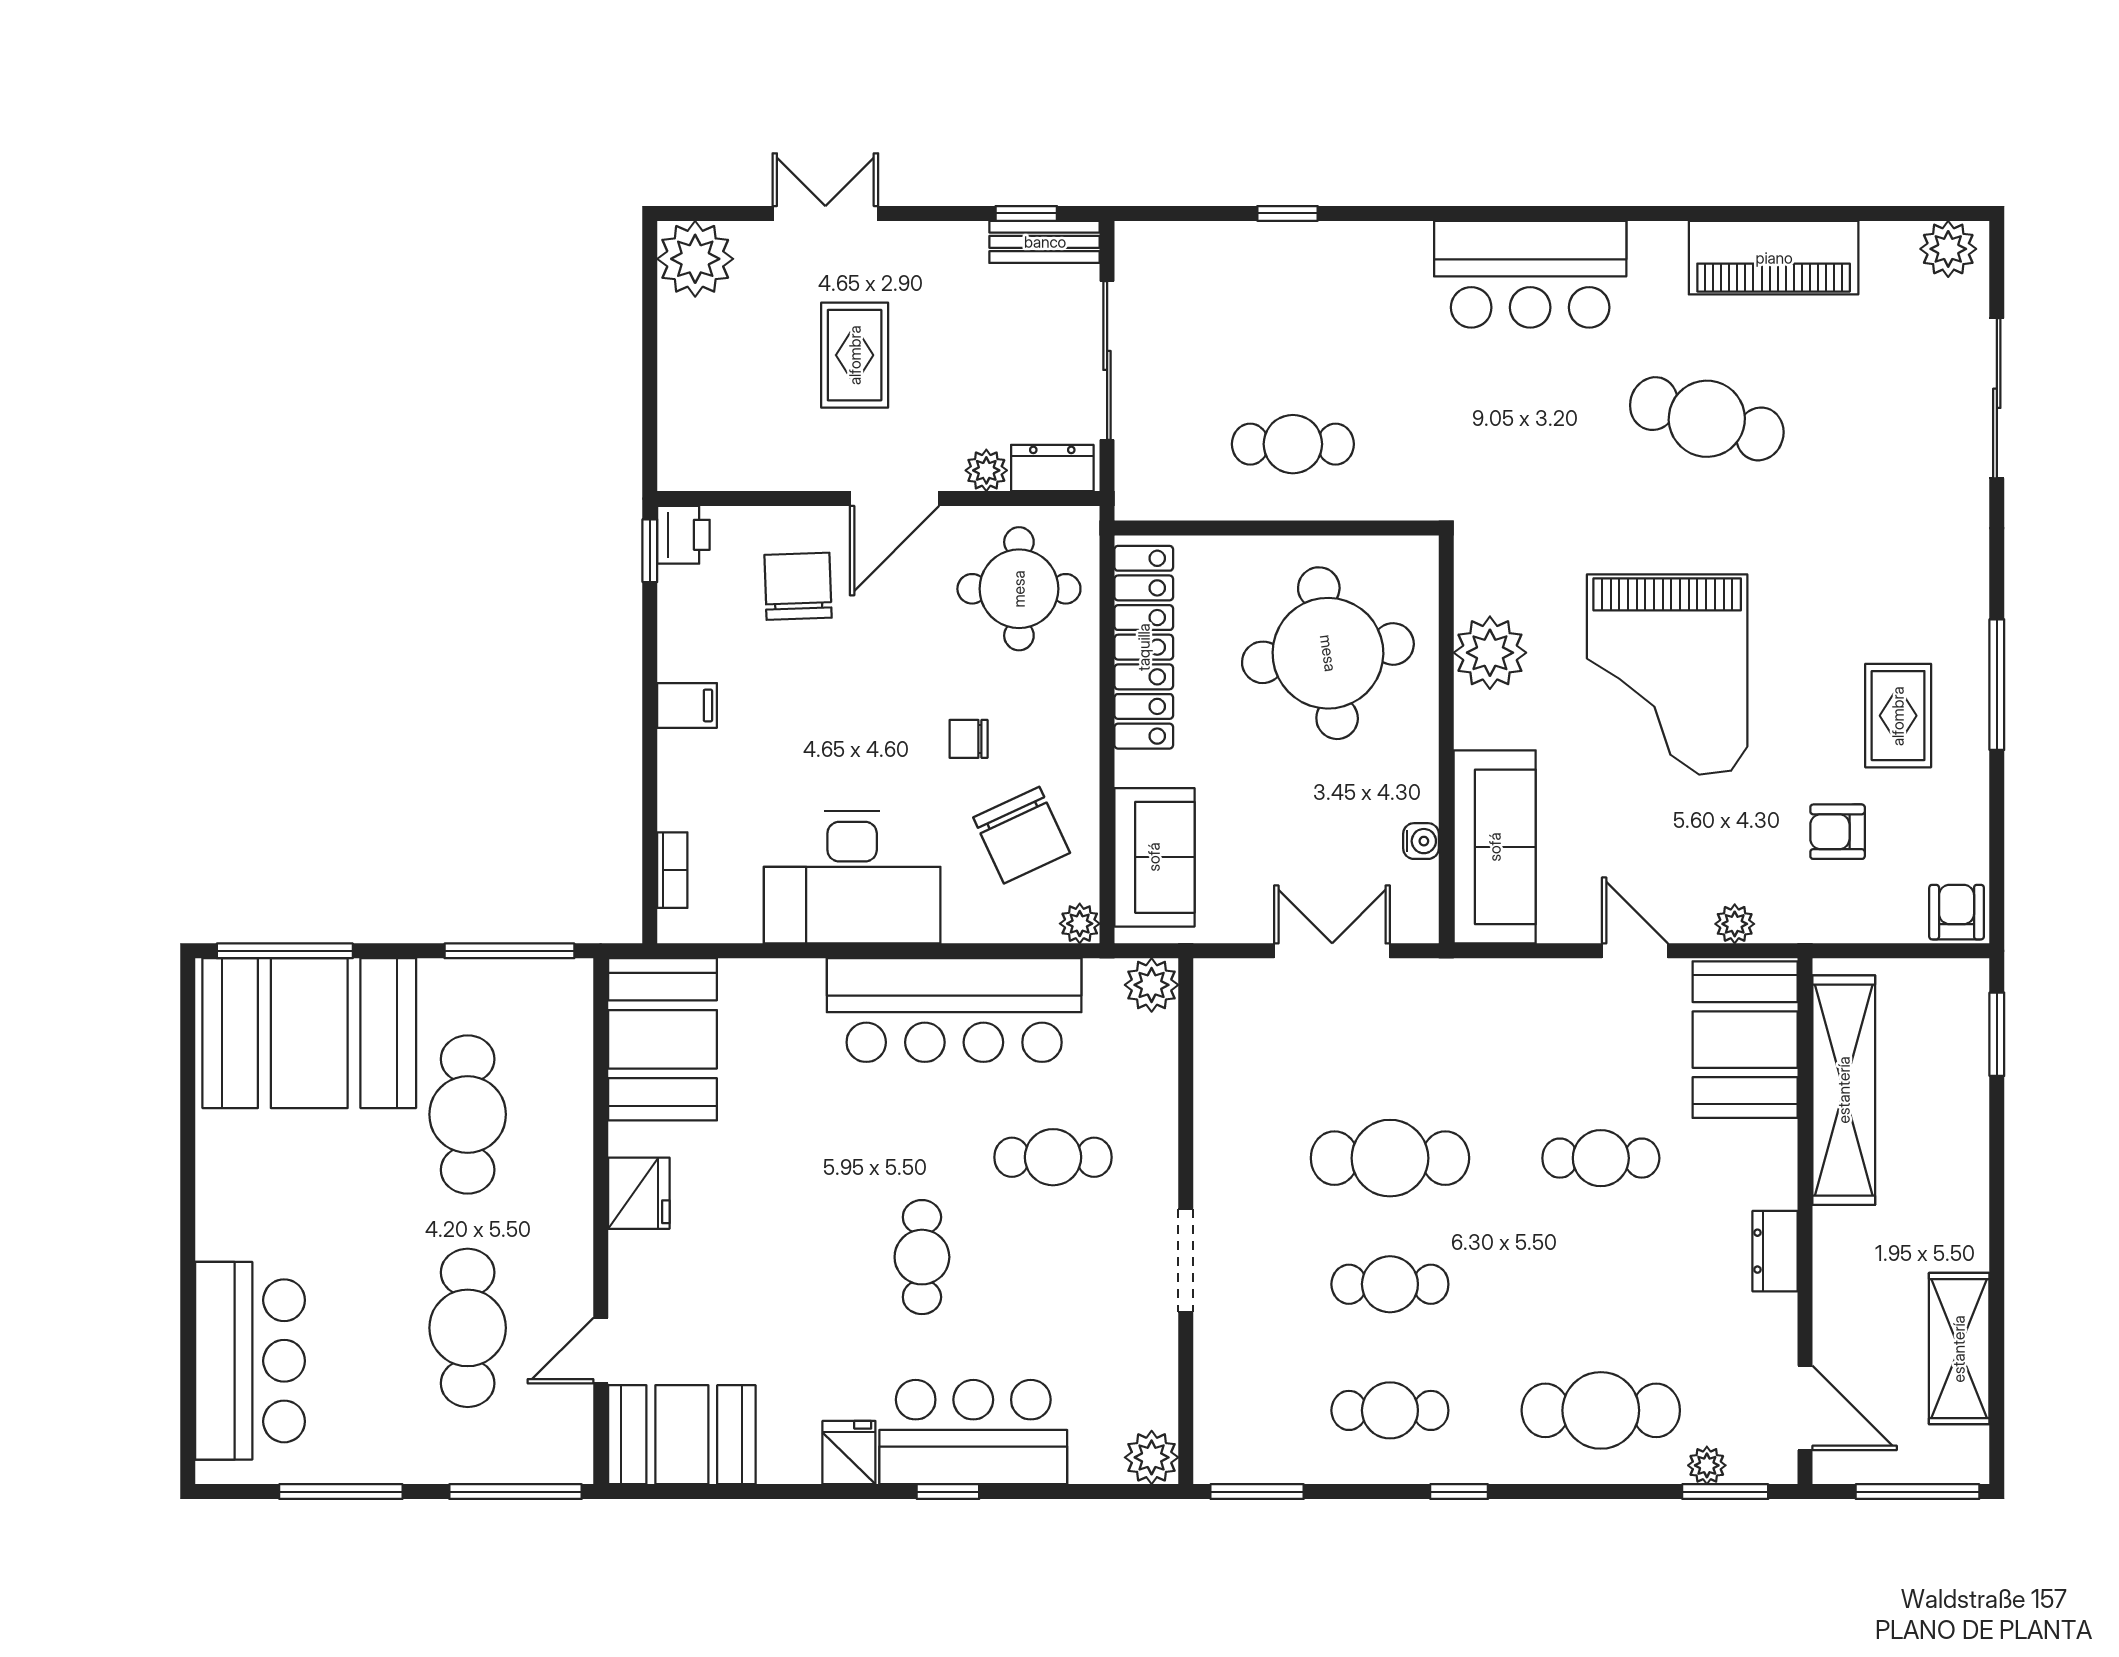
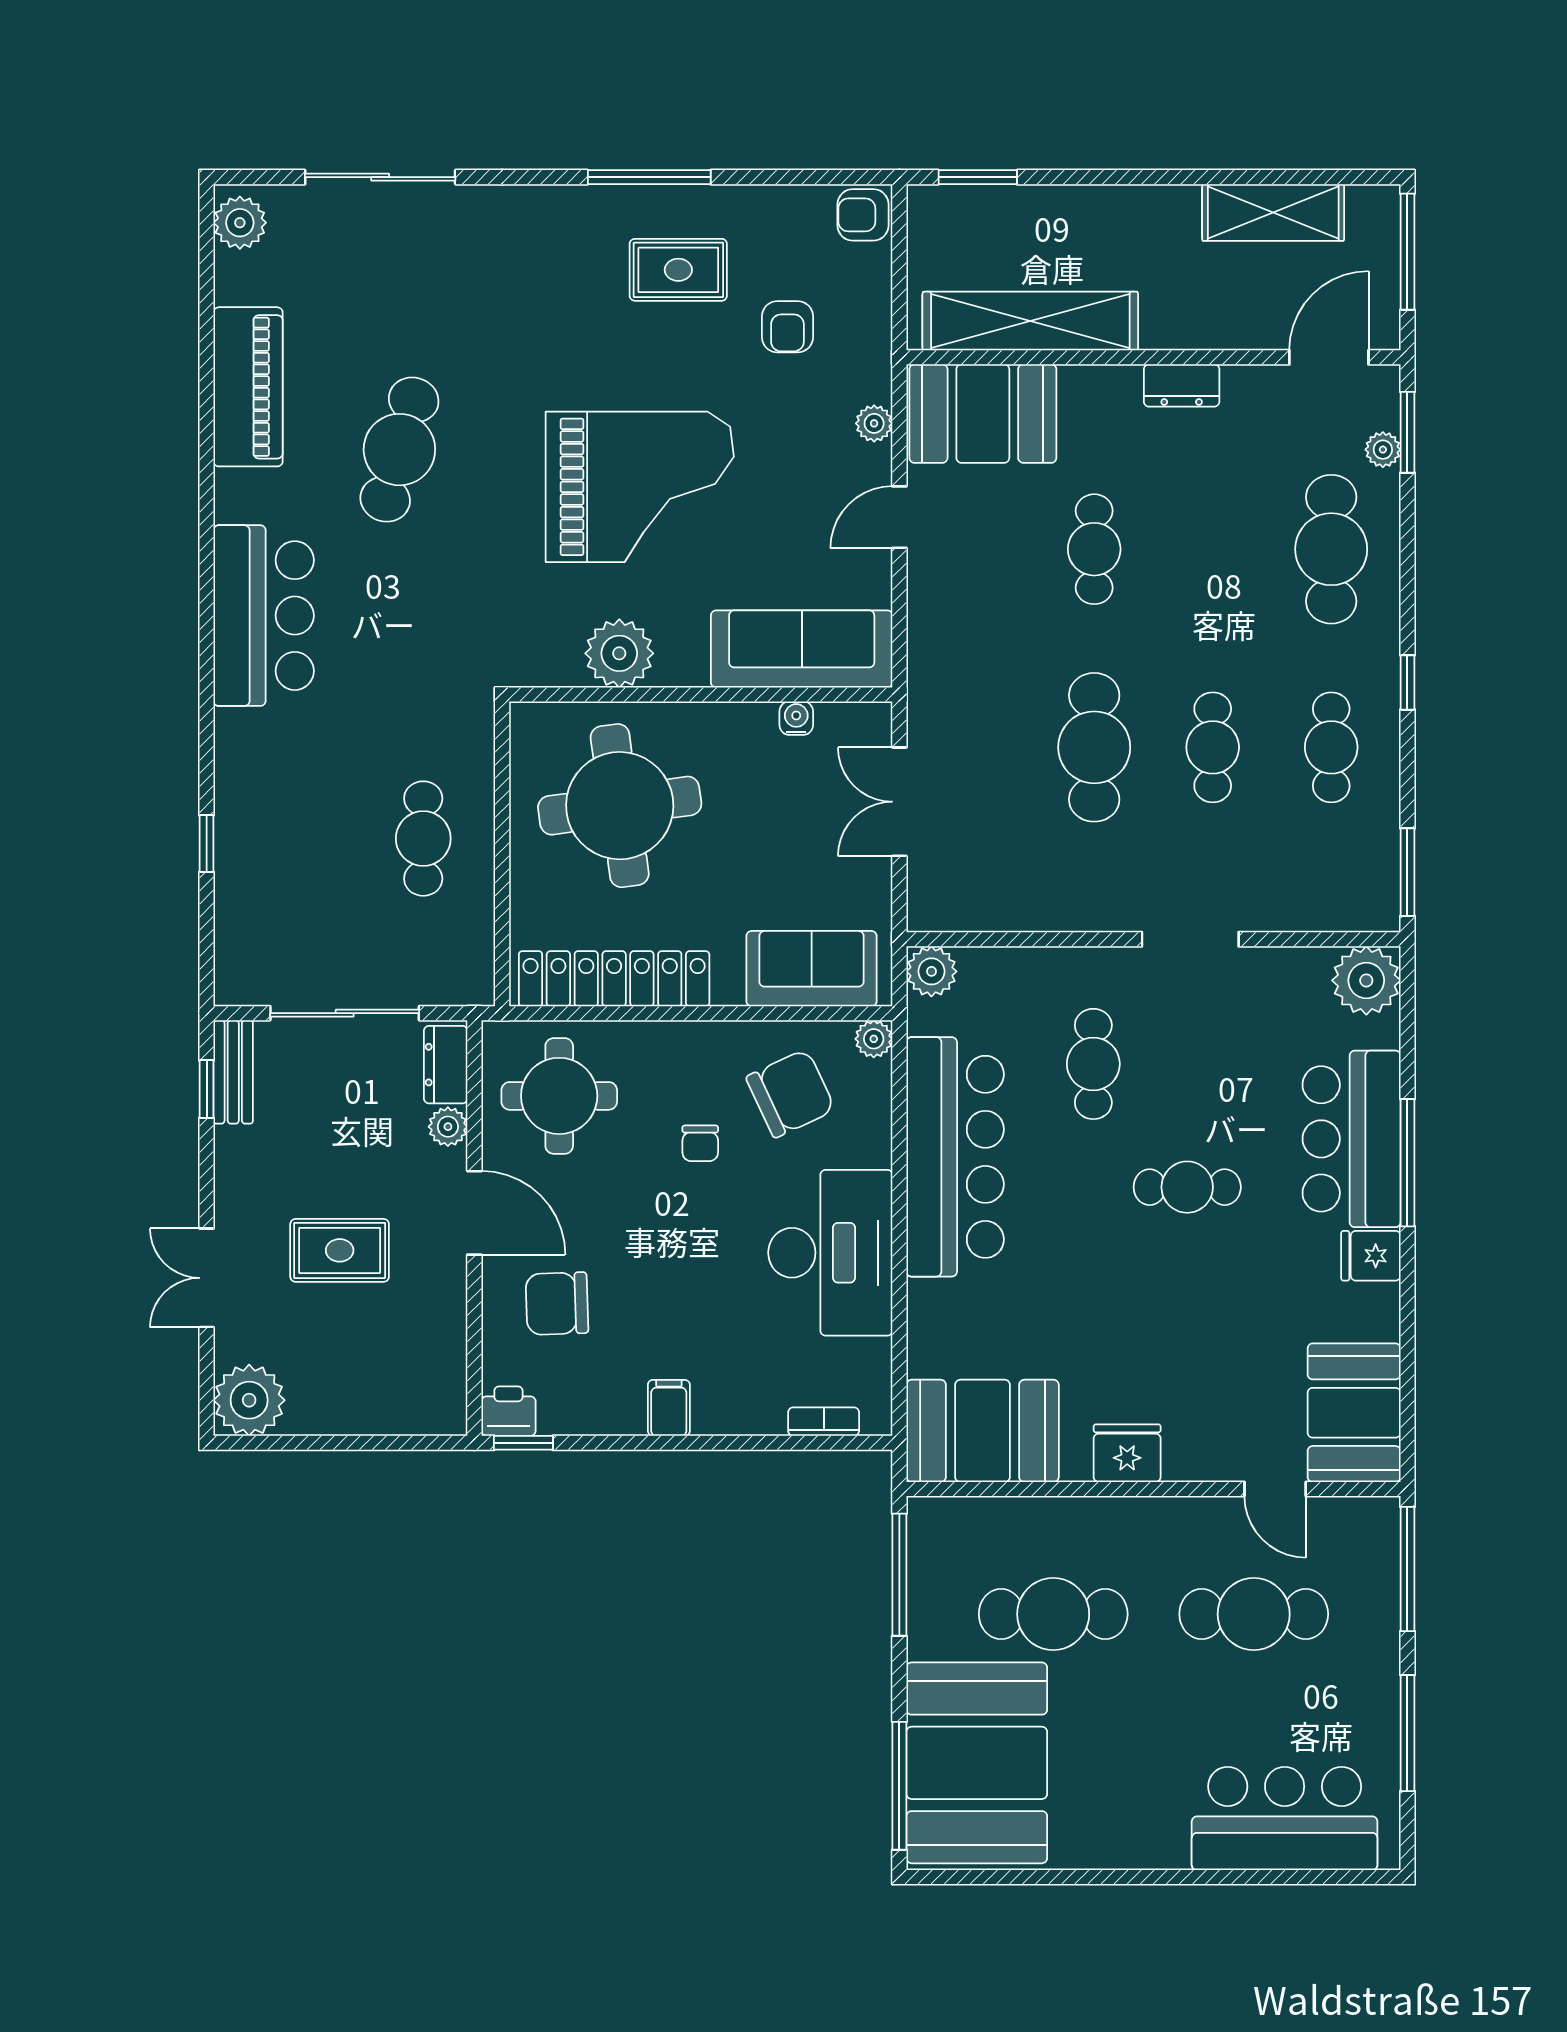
plant: (1152, 1457) -> (1366, 980), width x1.36, depth x1.36
window: (948, 1492) -> (1407, 1163), width x2.17

